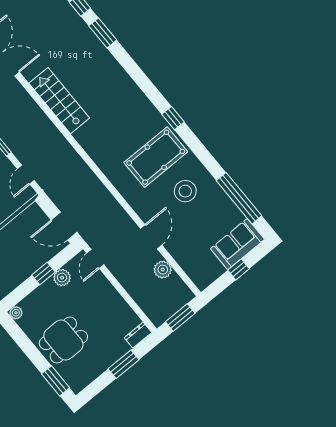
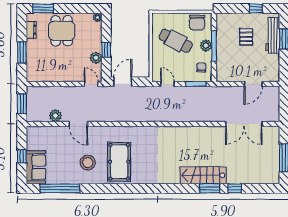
stairs: (59, 101) -> (203, 175), moved, turned 180
window: (173, 118) -> (132, 188), removed
dresser: (138, 335) -> (31, 30), moved

